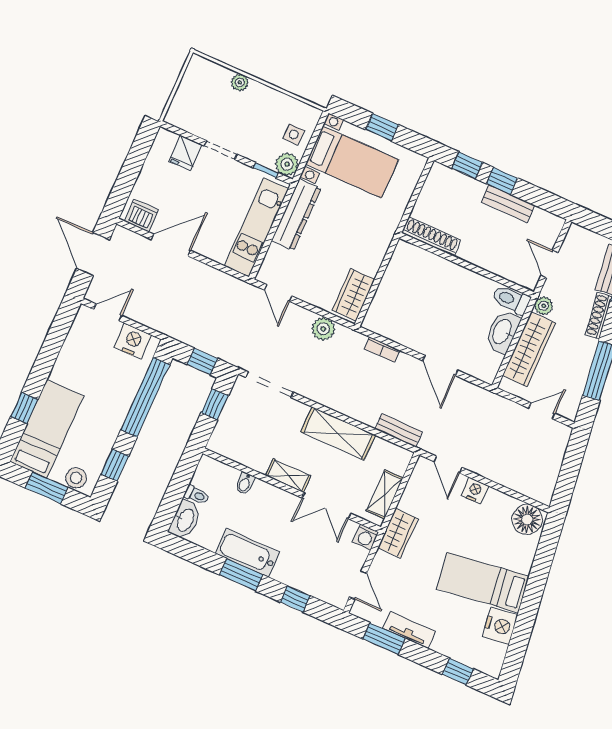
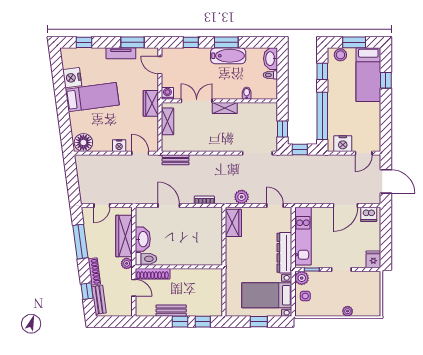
fridge: (185, 153) -> (373, 259), moved
shoe rack: (431, 237) -> (153, 274), moved
shelving: (338, 434) -> (208, 143), removed

